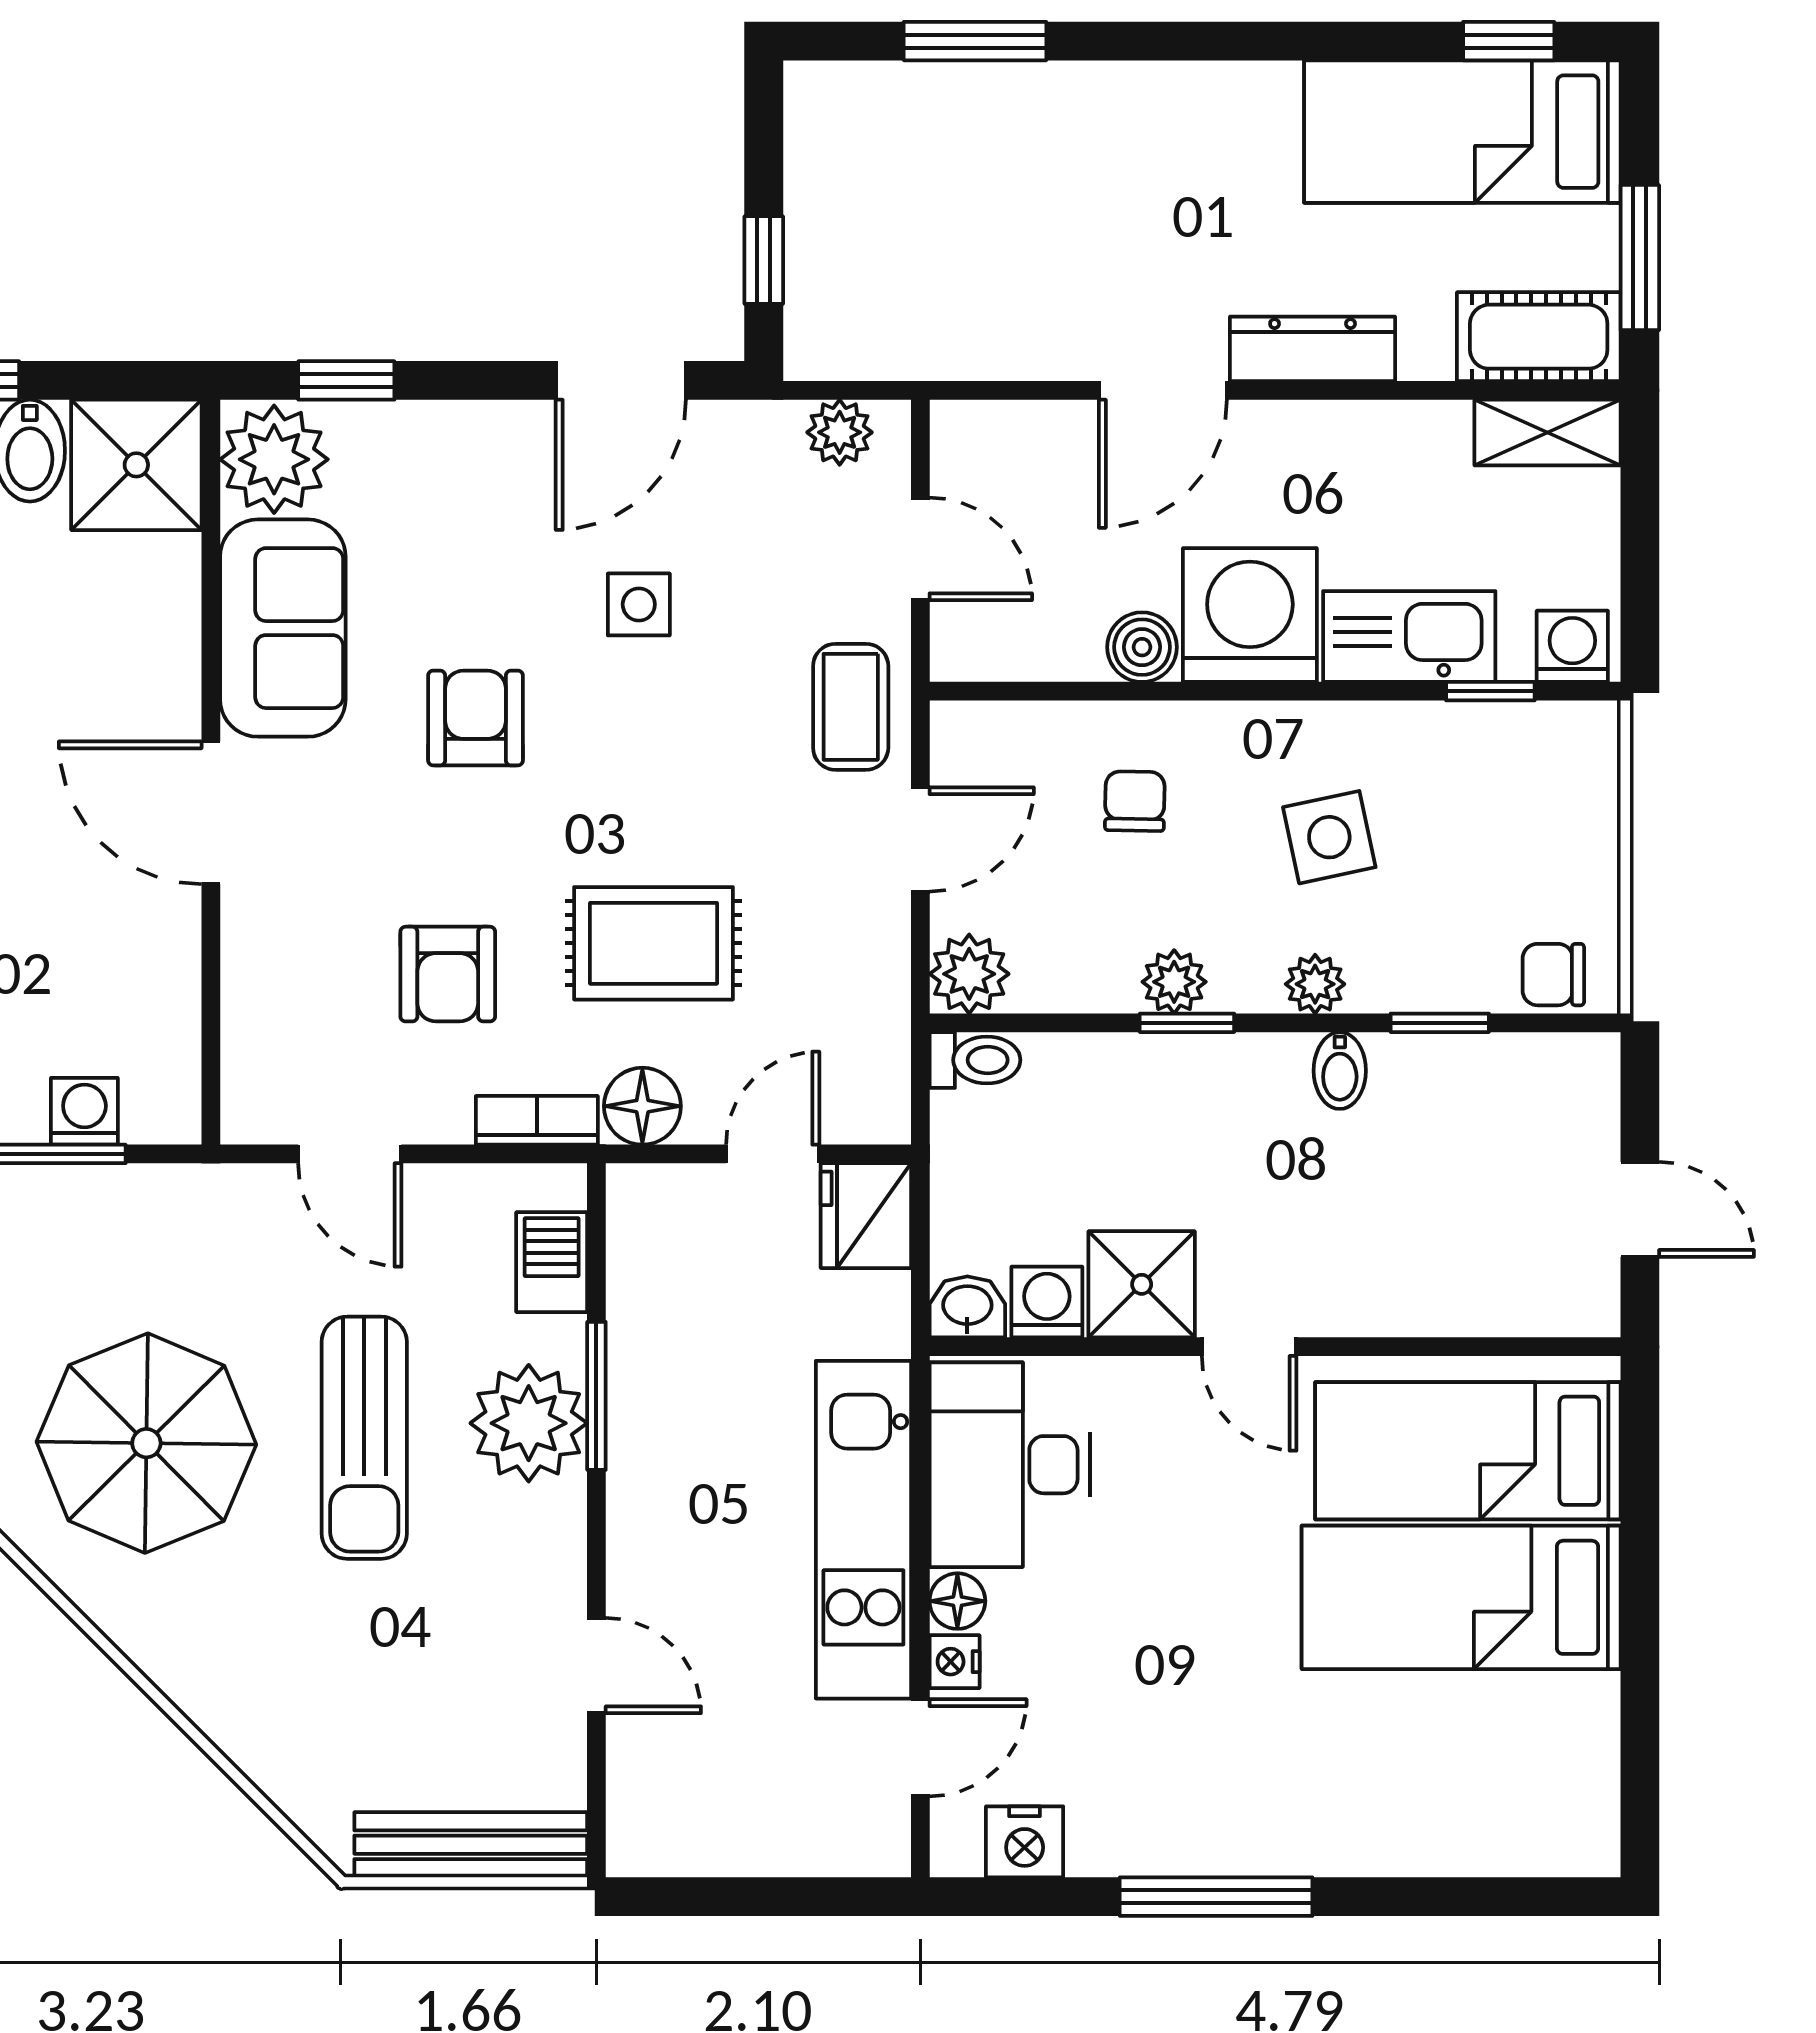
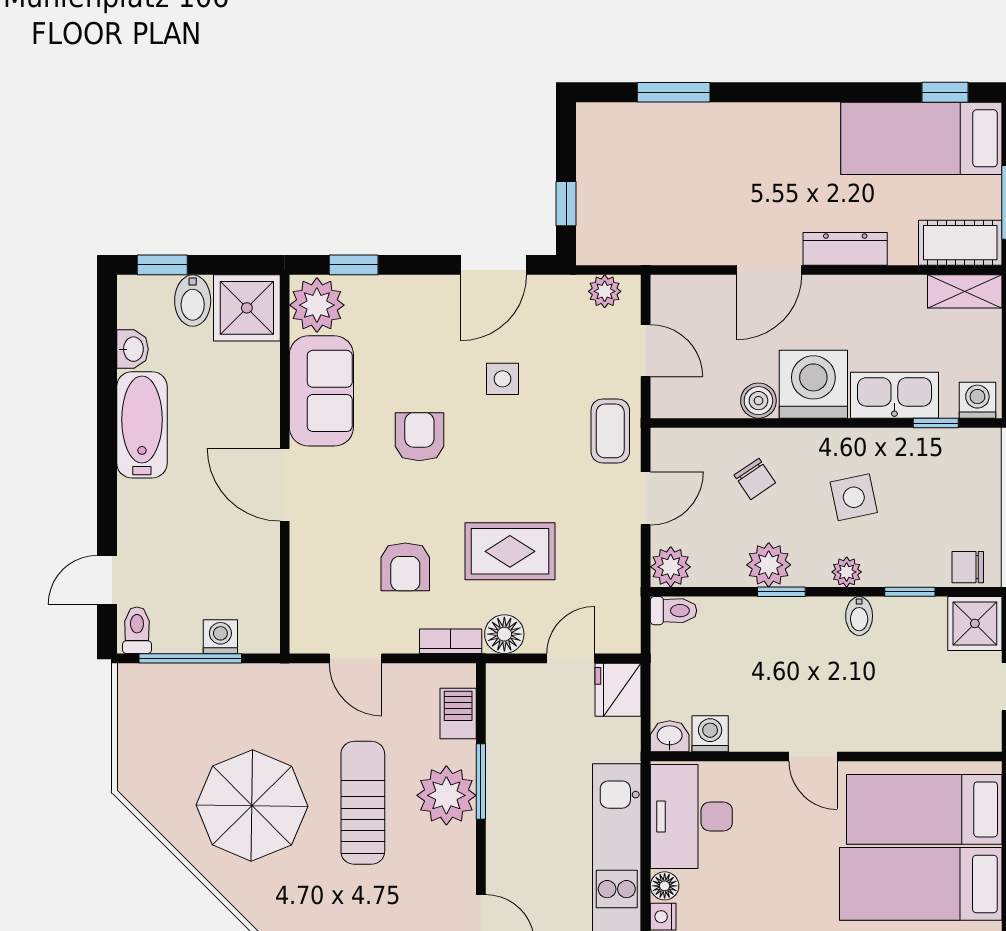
chair: (1135, 801) -> (755, 479), turned 145
plant: (1174, 982) -> (769, 565), width x1.38, depth x1.38
shower: (1142, 1284) -> (975, 623), moved
sun lounger: (364, 1438) -> (363, 803), turned 180

